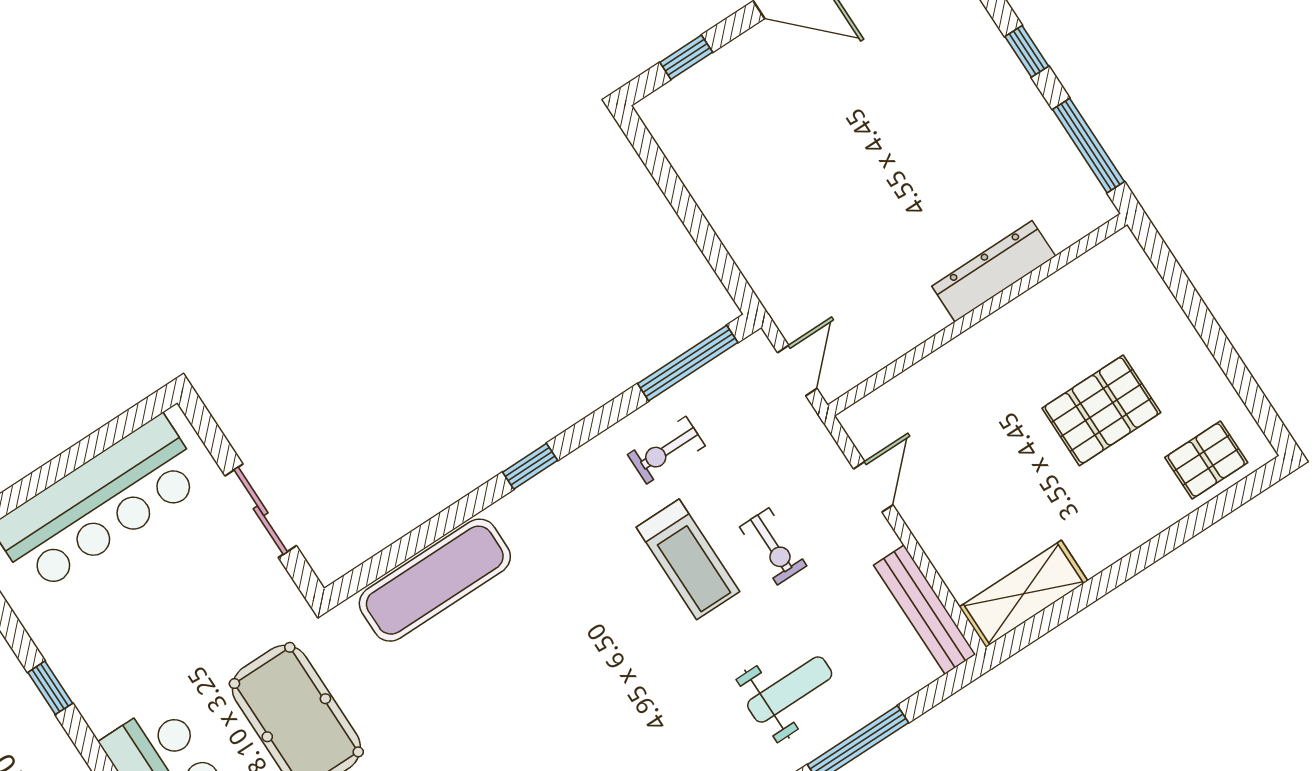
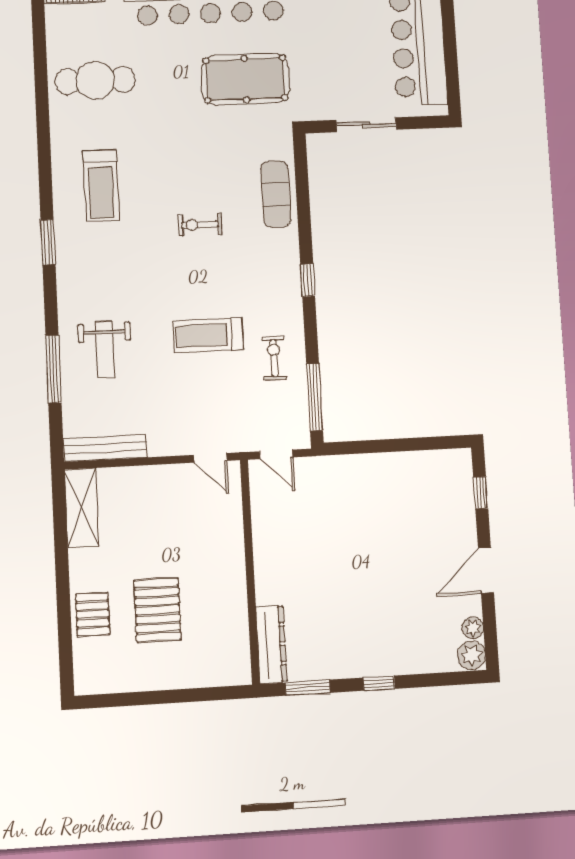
window: (1088, 146) -> (308, 688), width x0.69
dresser: (994, 271) -> (271, 644), moved
pallet: (1206, 460) -> (93, 614), moved
door: (873, 487) -> (210, 458), moved
exercise bike: (773, 546) -> (200, 225), moved
exercise mat: (435, 580) -> (276, 194), width x0.73, depth x0.69

